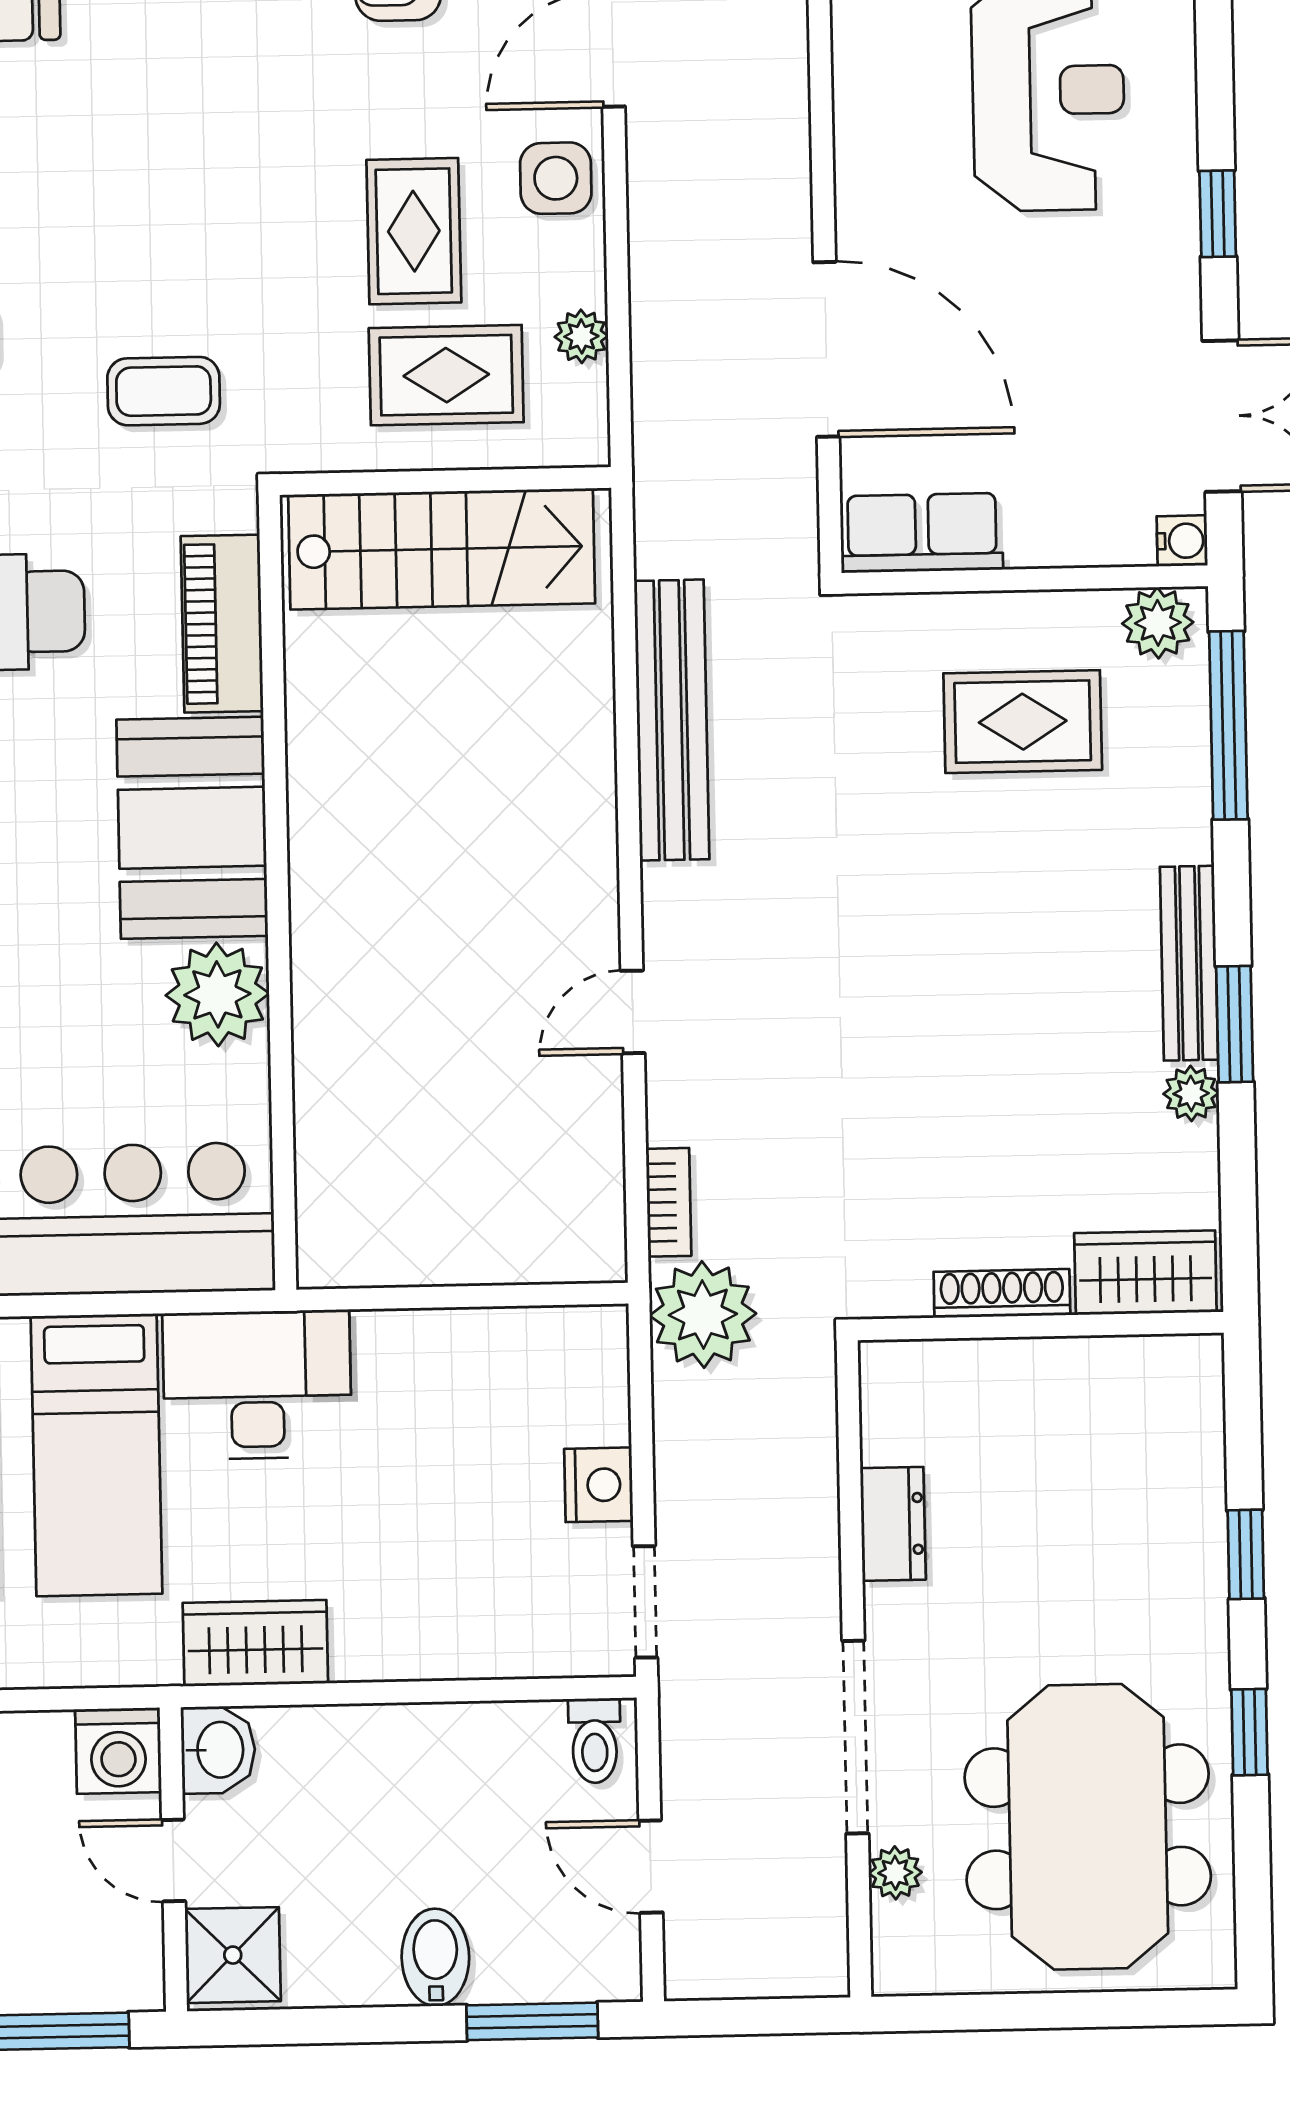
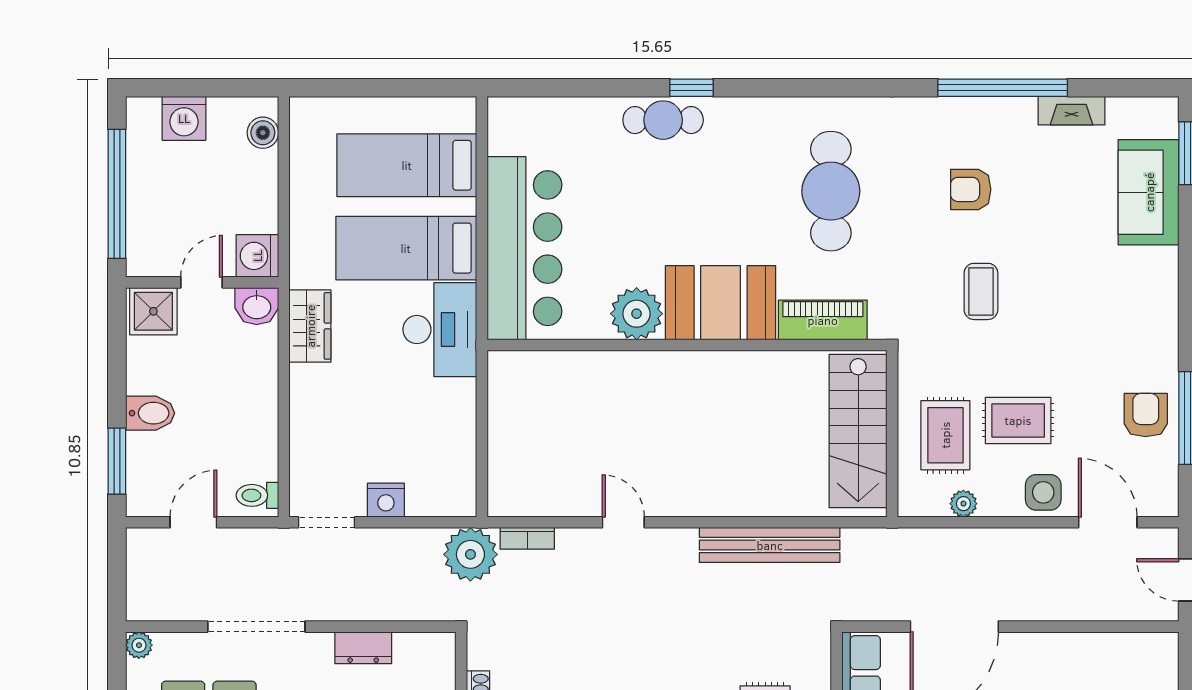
coffee table: (164, 391) -> (981, 291), moved
plant: (895, 1873) -> (139, 645), moved

